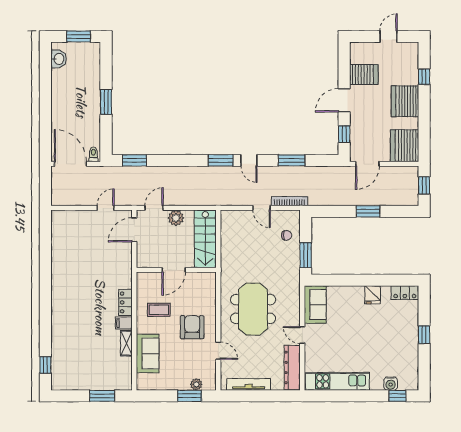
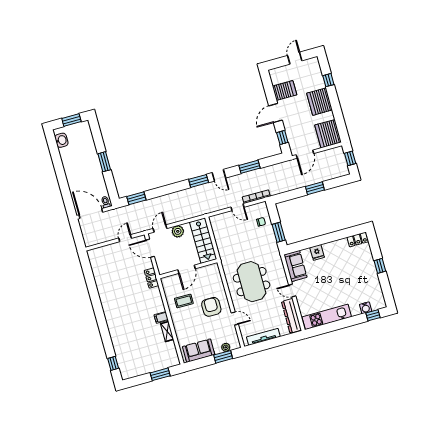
door: (134, 230) -> (150, 248), hinge flipped
fridge: (373, 295) -> (317, 252), moved
locker: (125, 302) -> (152, 278), moved
sofa: (148, 354) -> (199, 351), moved, turned -90

